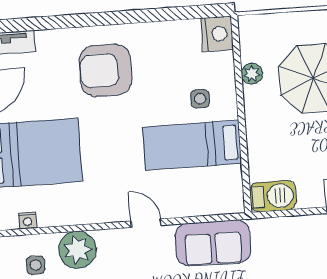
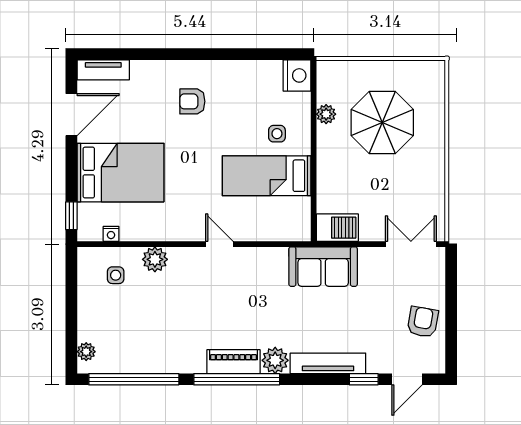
armchair: (106, 70) -> (192, 101), width x0.53, depth x0.53
sofa: (213, 243) -> (323, 267), moved
plant: (78, 250) -> (155, 259), width x0.73, depth x0.73

